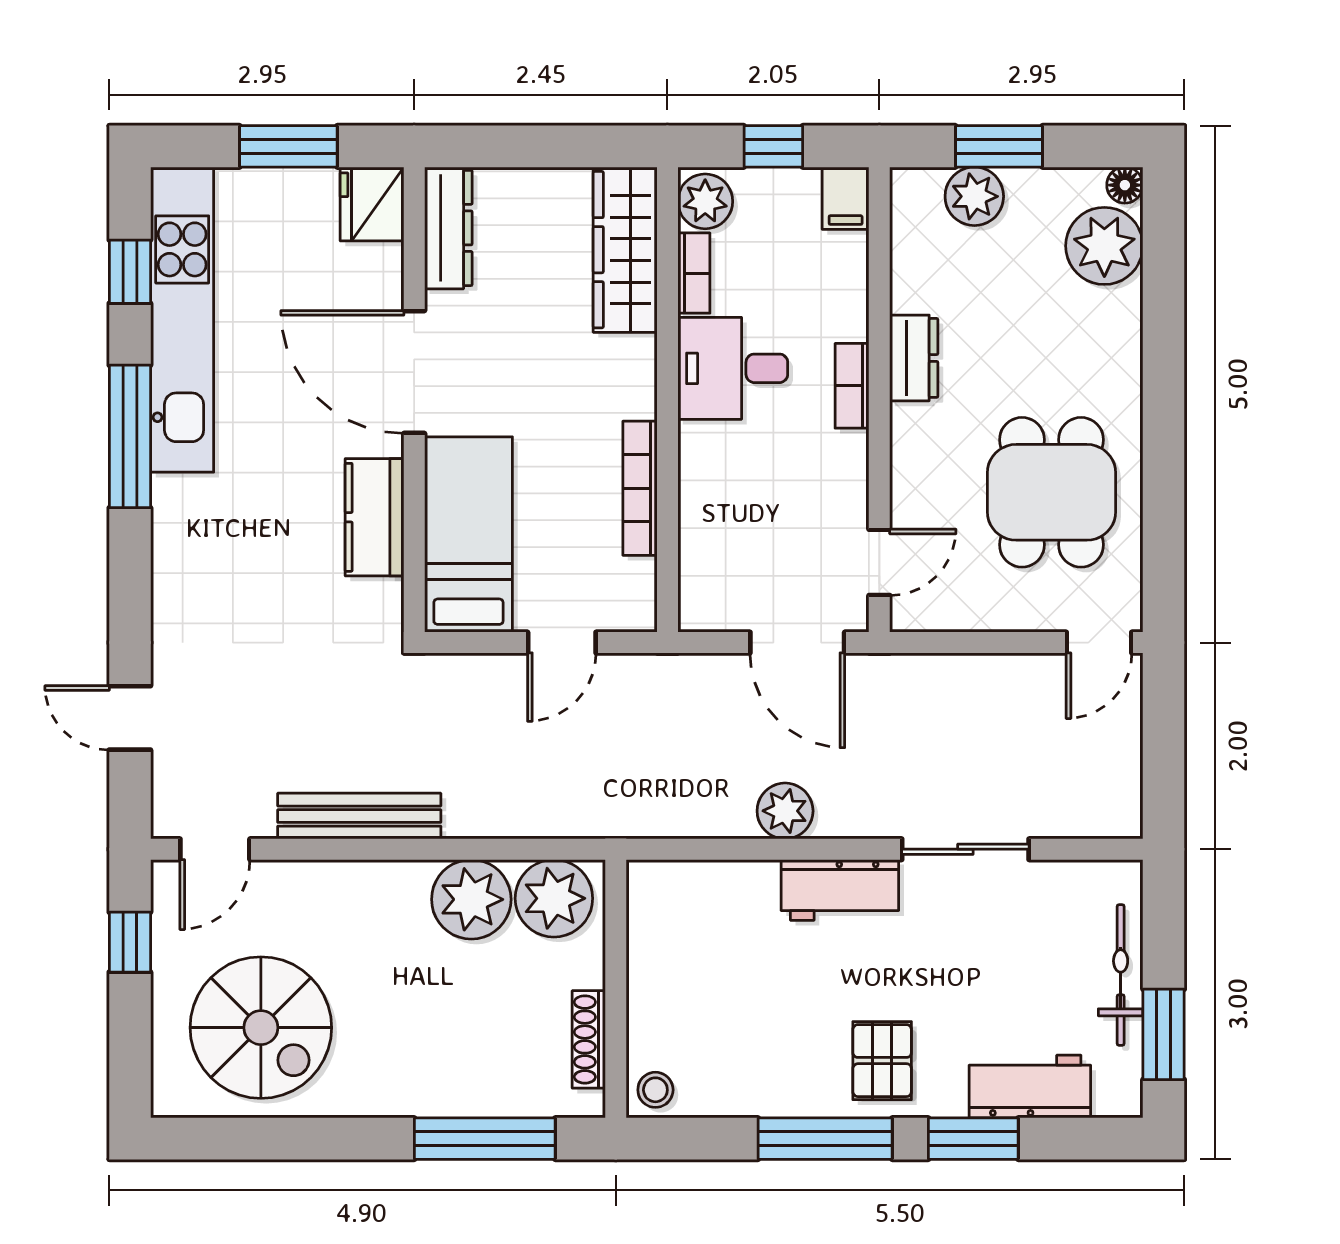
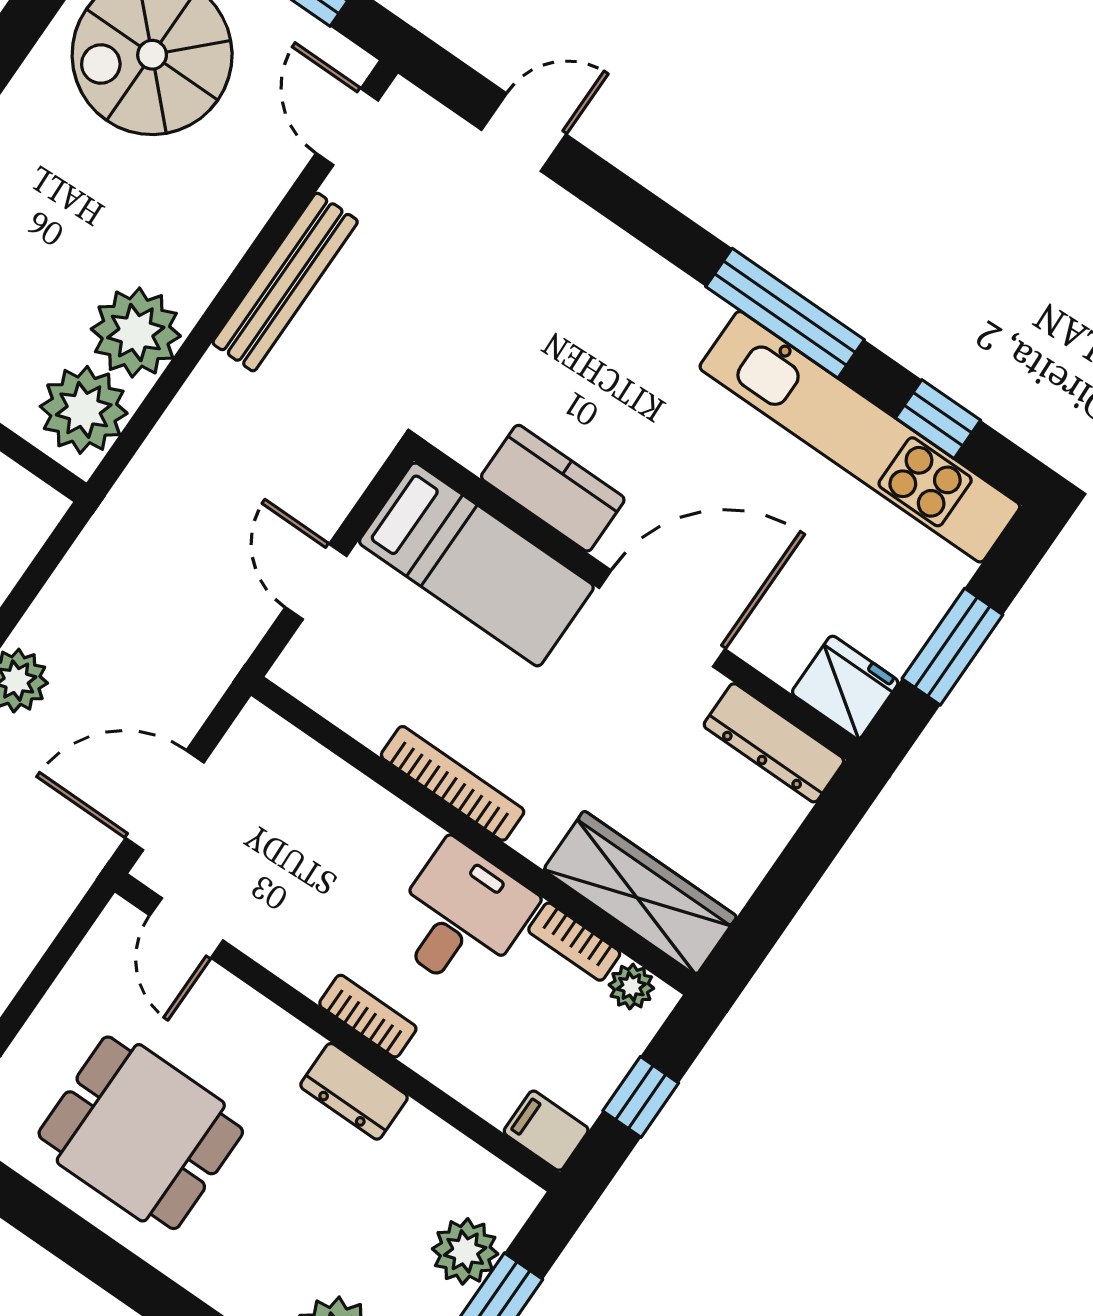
plant: (705, 201) -> (631, 987), width x0.73, depth x0.73
bookcase: (640, 488) -> (453, 783), moved

